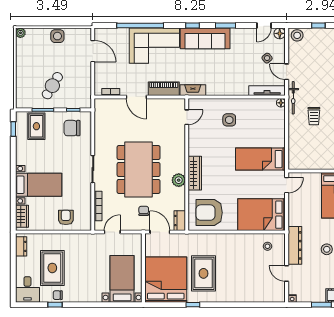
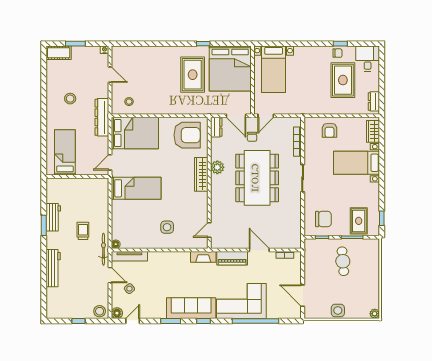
cafe table: (52, 86) -> (343, 261), turned -36
door: (112, 232) -> (266, 116), moved
dresser: (295, 245) -> (102, 117), moved

